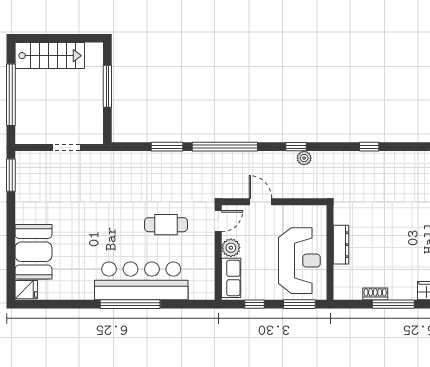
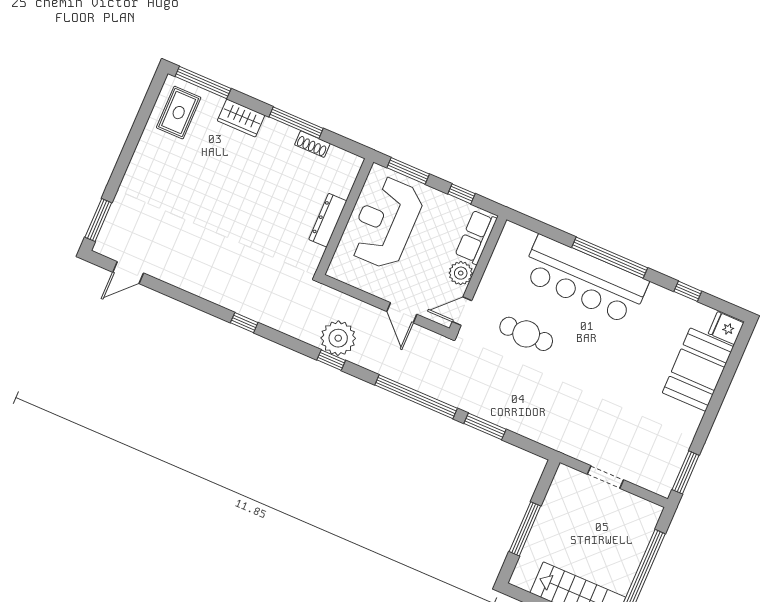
plant: (304, 158) -> (338, 338), width x1.88, depth x1.88
window: (65, 304) -> (688, 291), added

